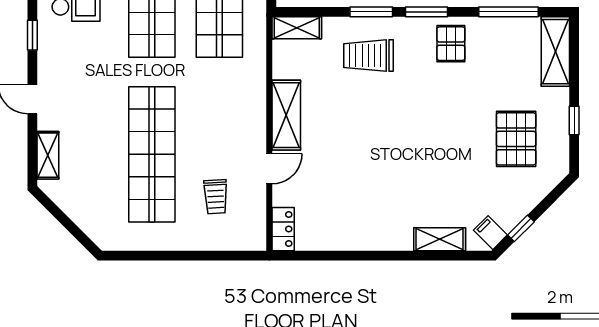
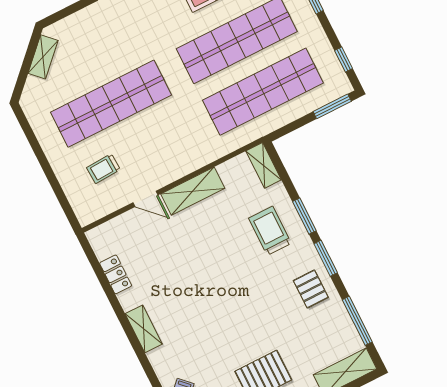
pallet: (451, 44) -> (311, 289), turned 90
shelving: (48, 155) -> (43, 57), moved, turned -45
locker: (283, 229) -> (116, 274), moved, turned -90
shelving: (440, 239) -> (144, 329), moved

